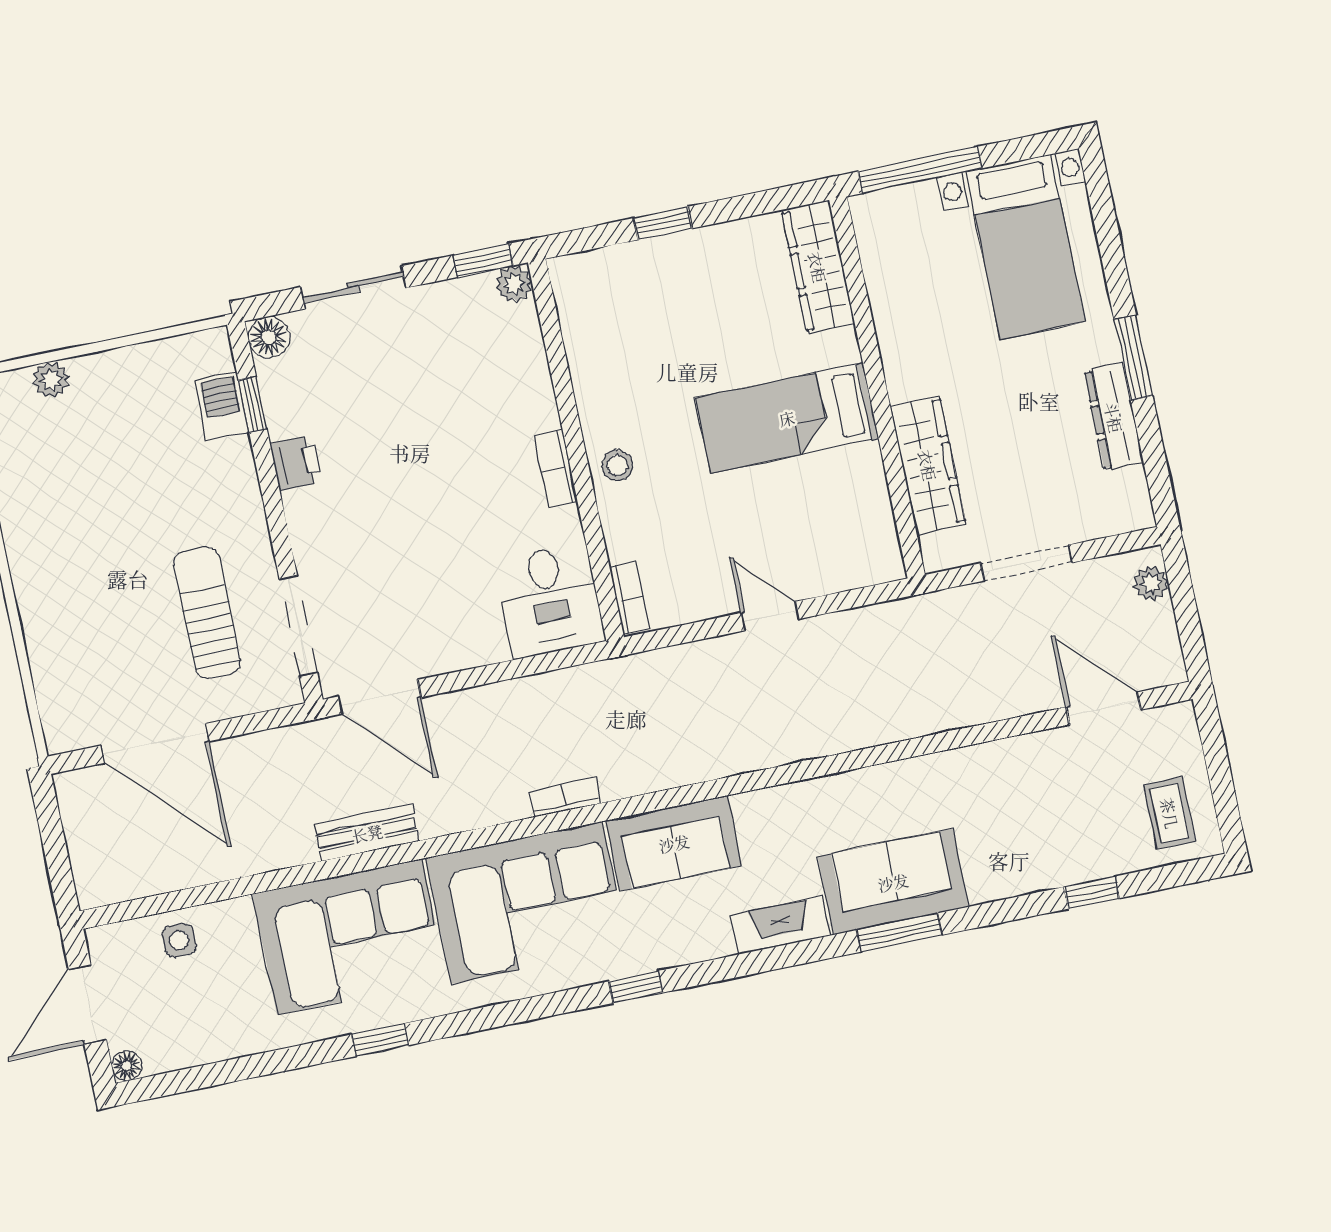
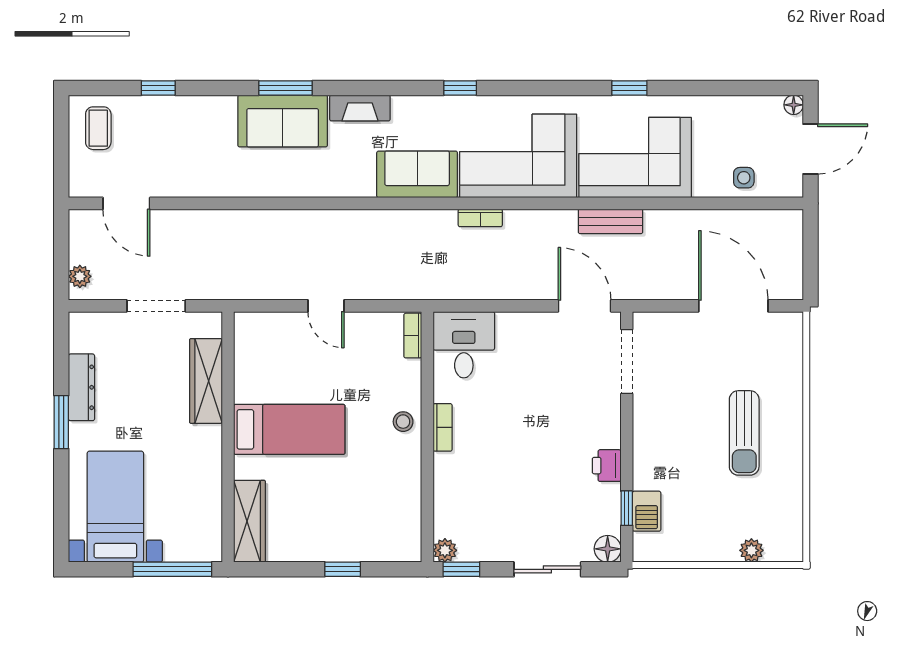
sun lounger: (207, 613) -> (744, 433), moved

